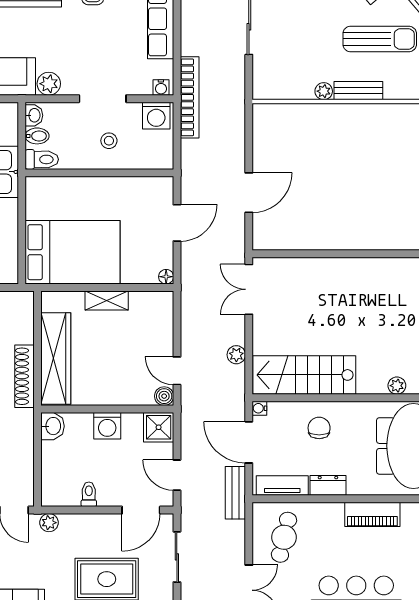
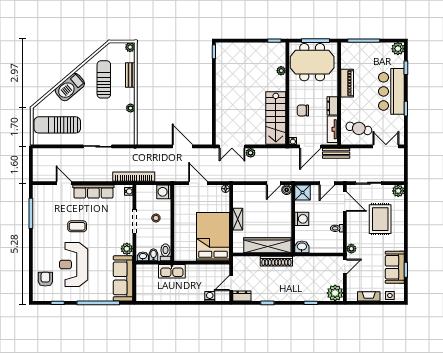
bench: (358, 91) -> (130, 75), moved
washing machine: (156, 116) -> (164, 192), moved, turned 180
plant: (236, 355) -> (251, 153), moved

